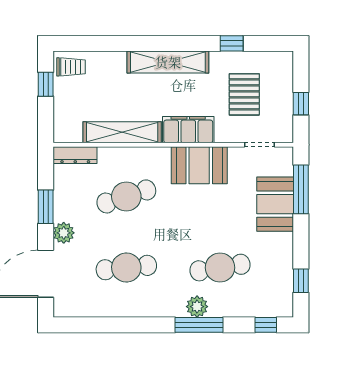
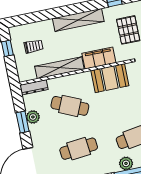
trolley: (71, 67) -> (34, 46), moved
cafe table: (126, 196) -> (70, 106), turned 42
plant: (64, 233) -> (33, 117), moved

